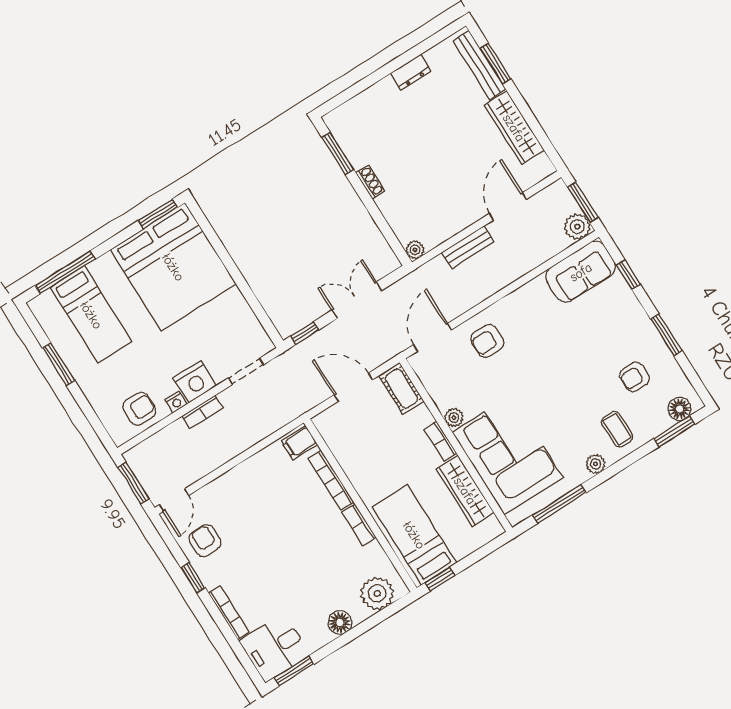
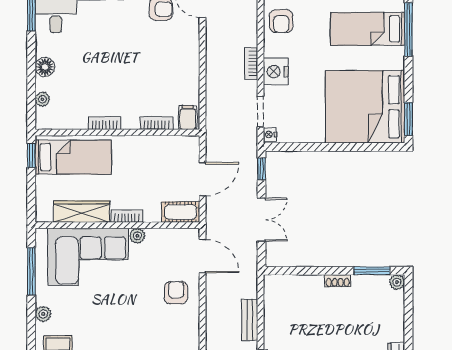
plant: (415, 250) -> (397, 282), moved
nightstand: (176, 402) -> (270, 135), moved
bookcase: (331, 480) -> (157, 123), width x0.64
plant: (377, 593) -> (42, 99), width x0.53, depth x0.53

